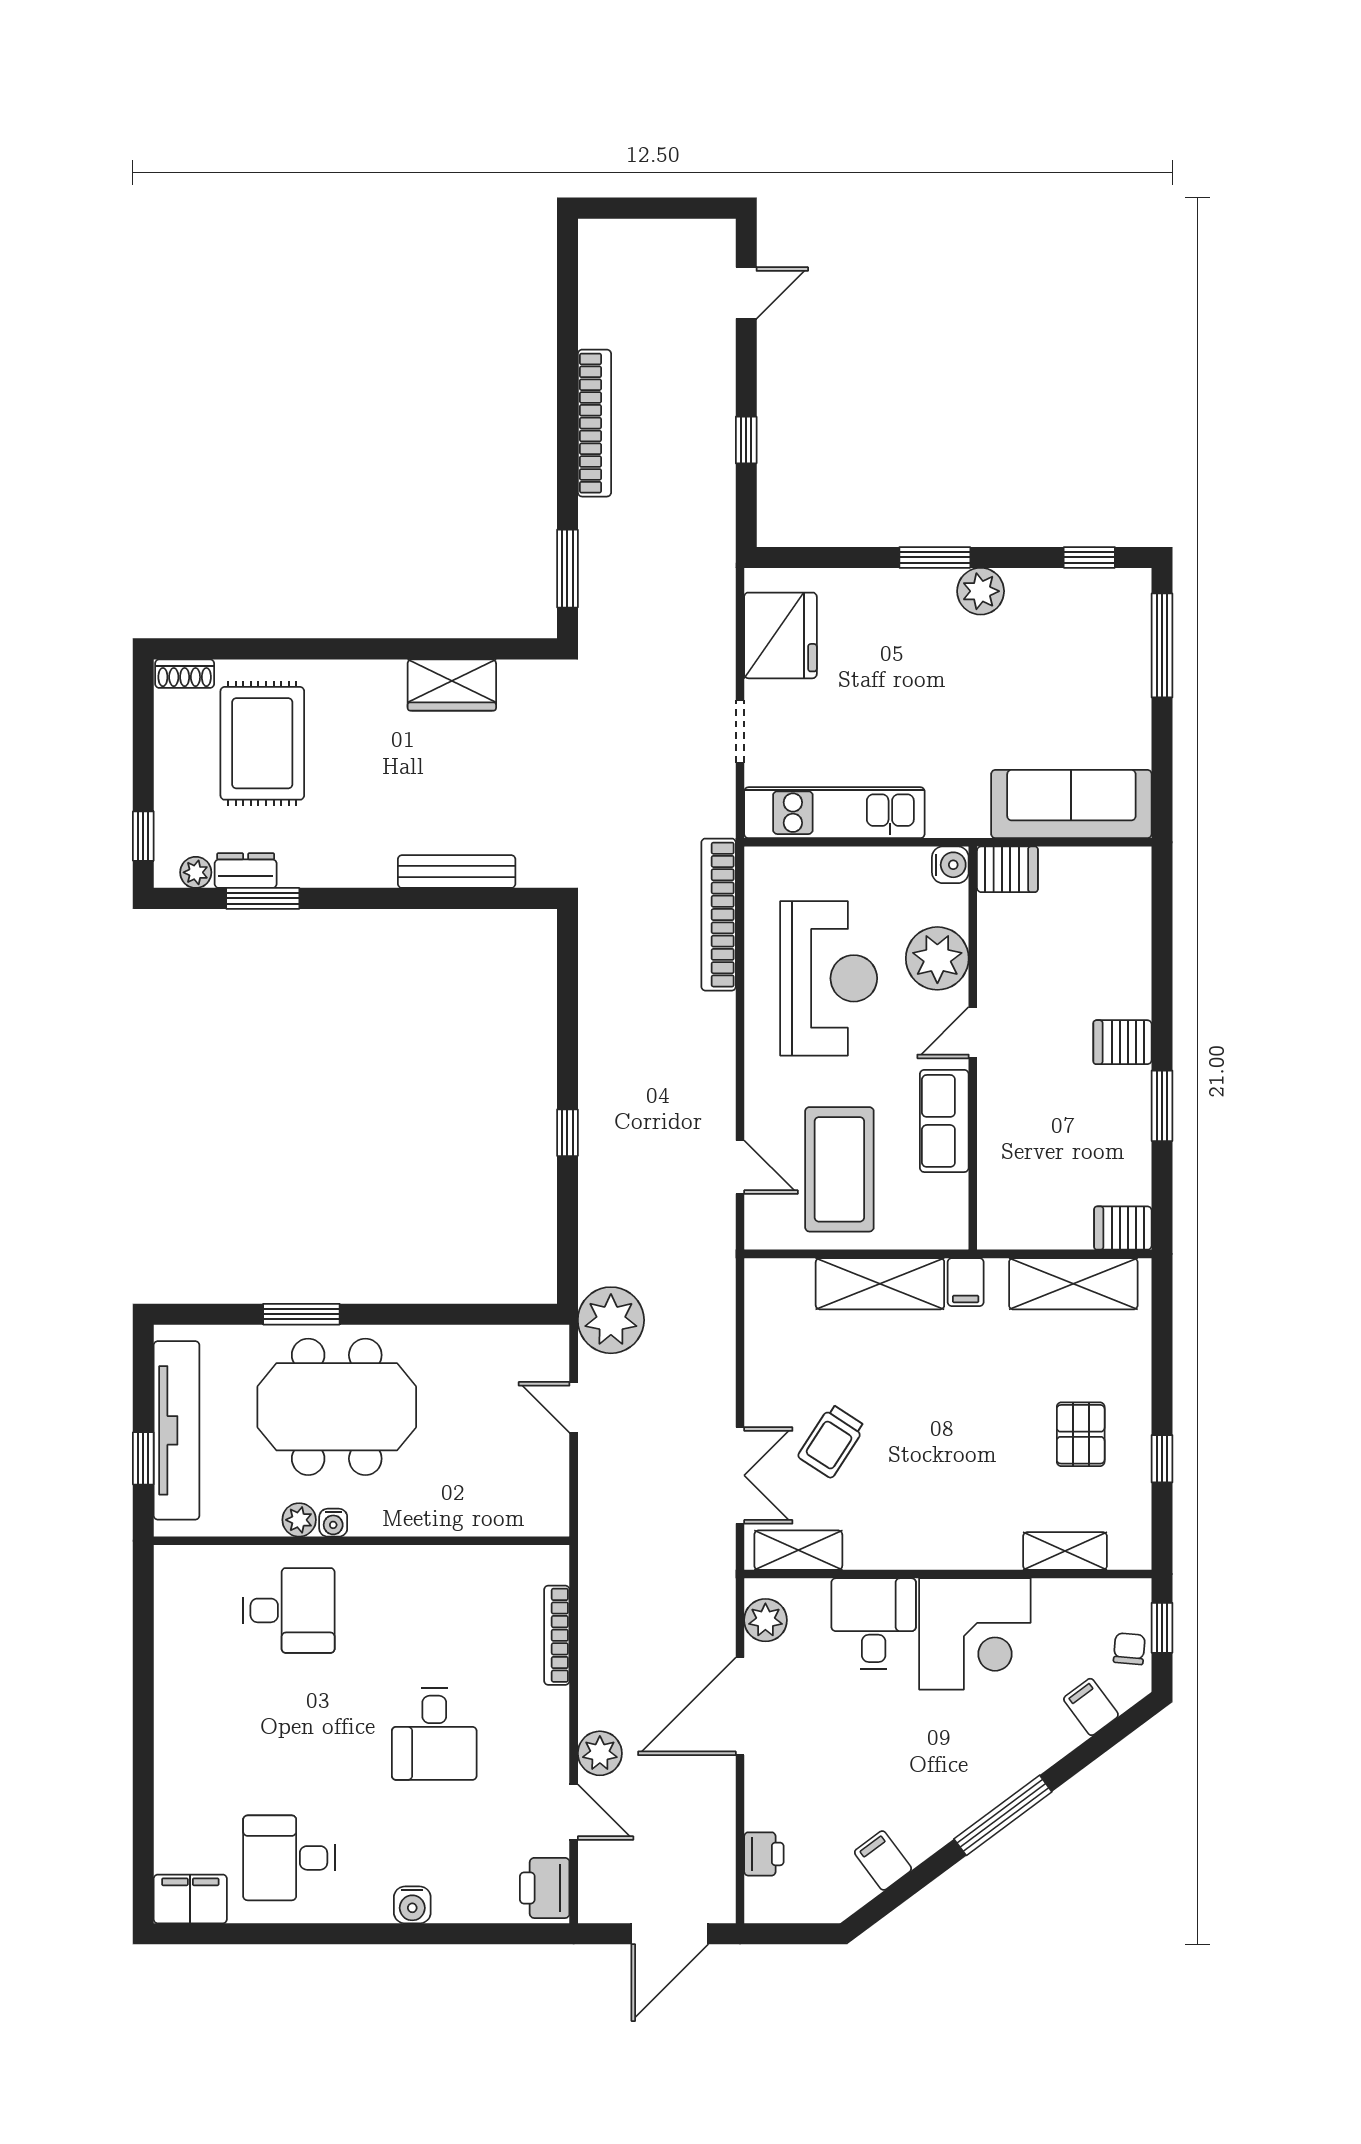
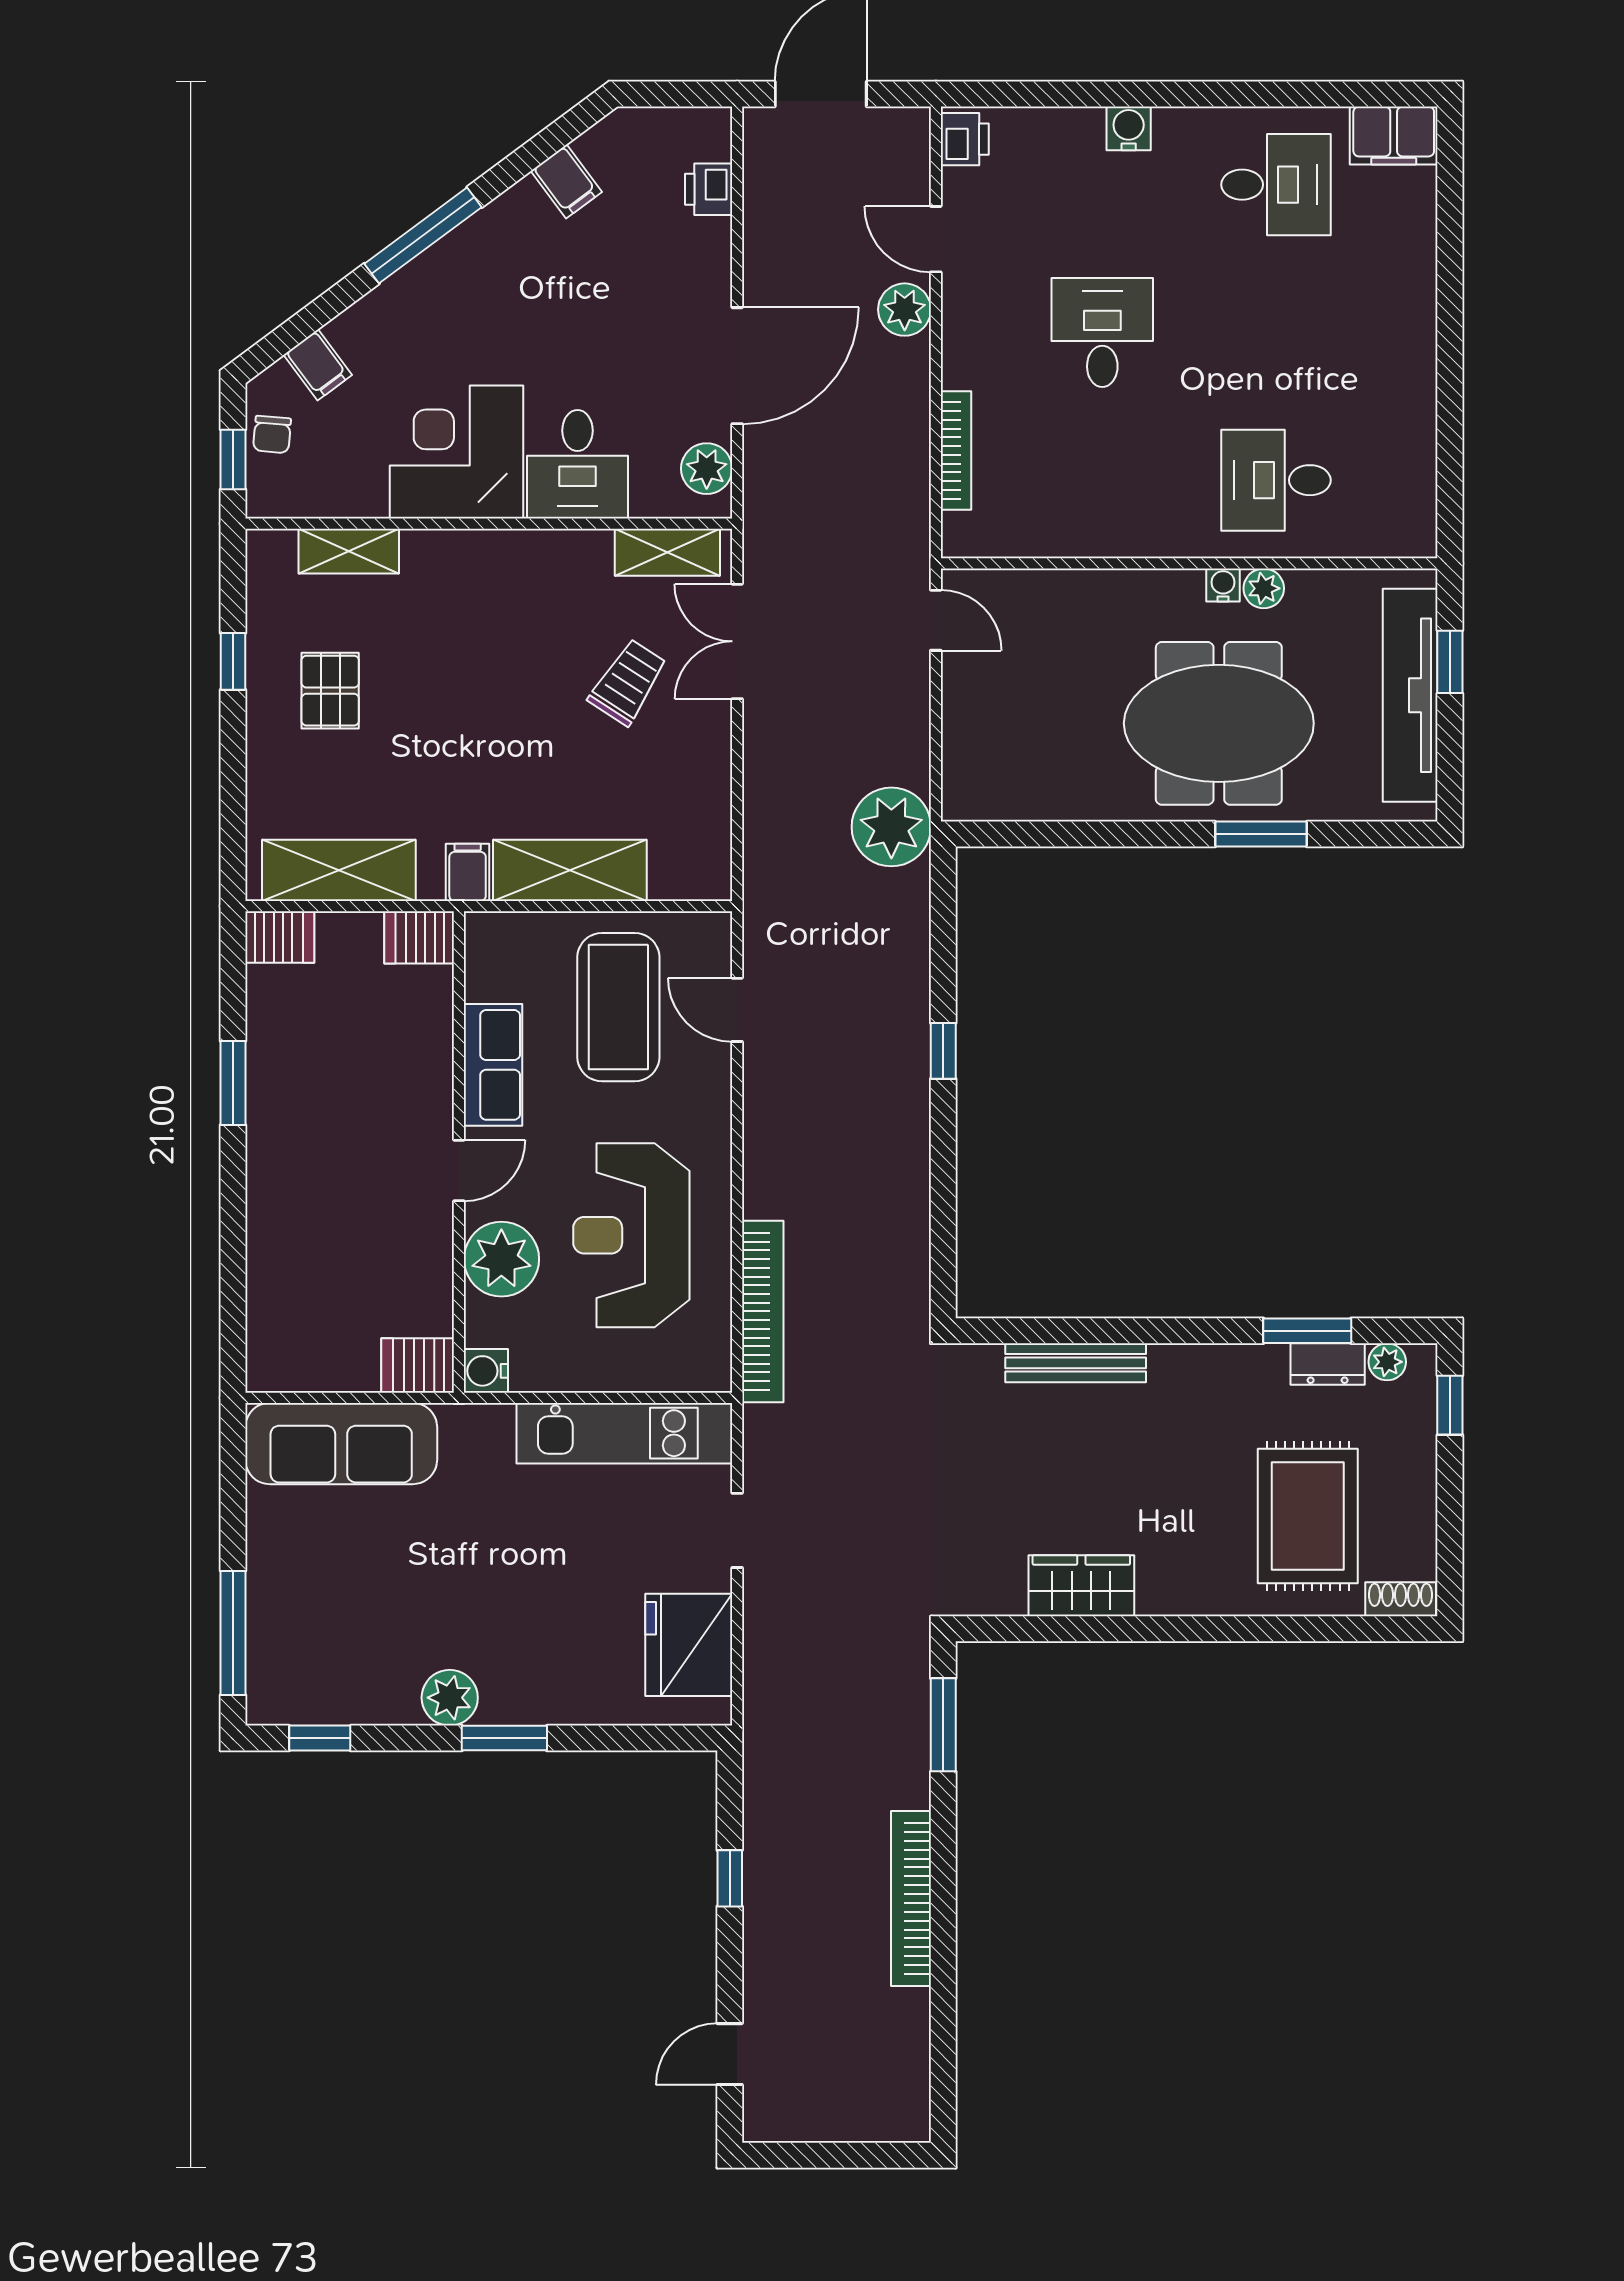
server rack: (1122, 1042) -> (419, 937), moved, turned 180
door: (574, 1407) -> (936, 620), moved
printer: (545, 1888) -> (965, 139), width x0.73, depth x0.81

